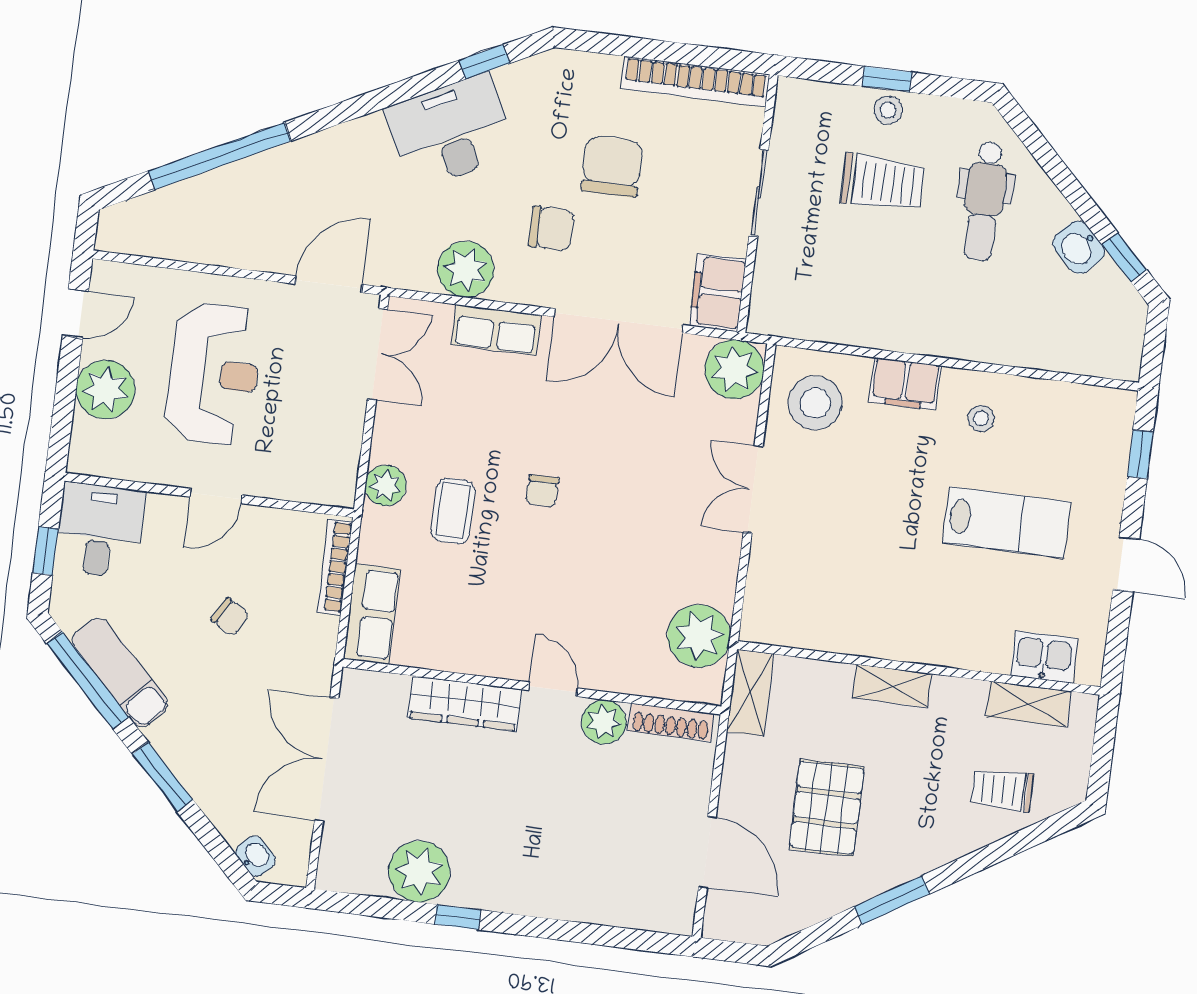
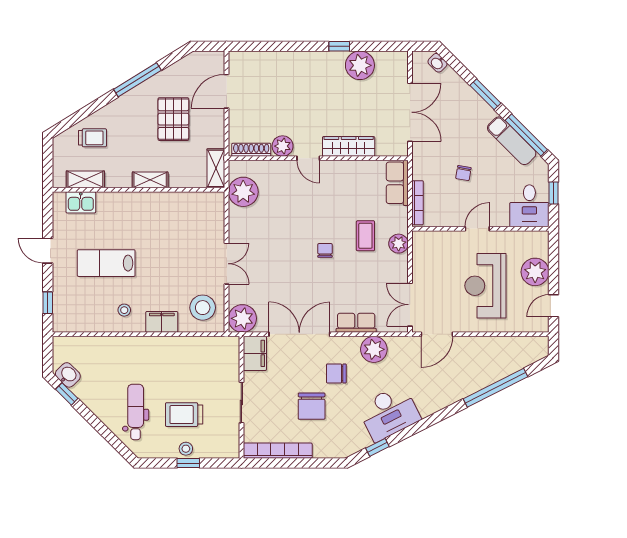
washbasin: (1079, 247) -> (68, 375), moved
chair: (230, 617) -> (463, 173), turned -110
door: (707, 852) -> (227, 91), hinge flipped
window: (892, 900) -> (137, 80), width x1.44

